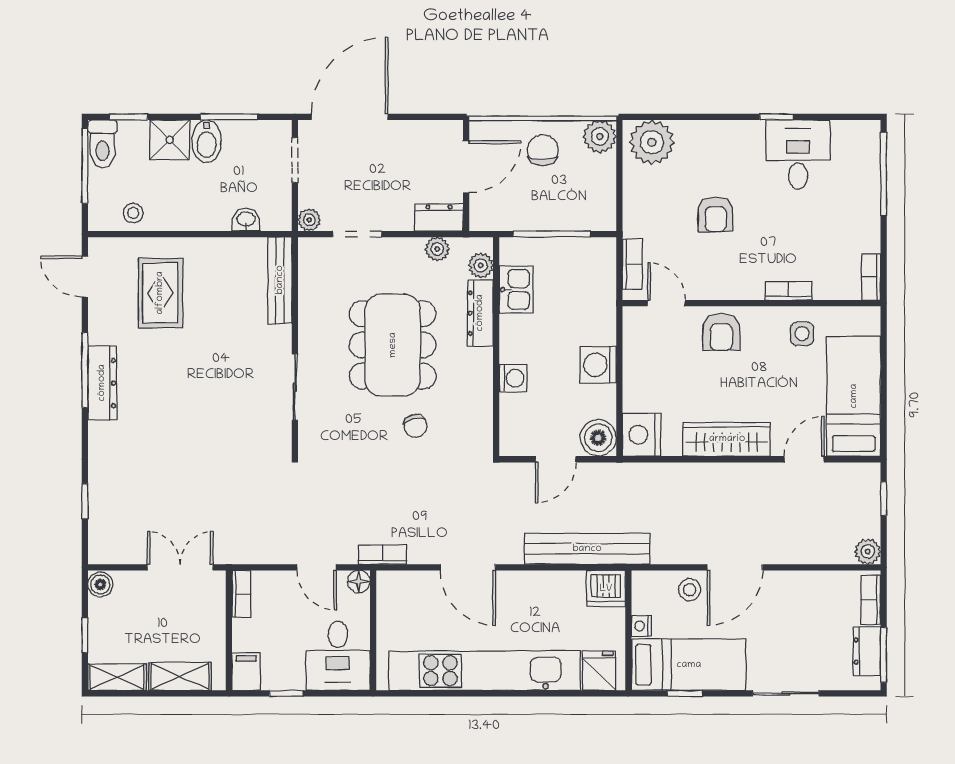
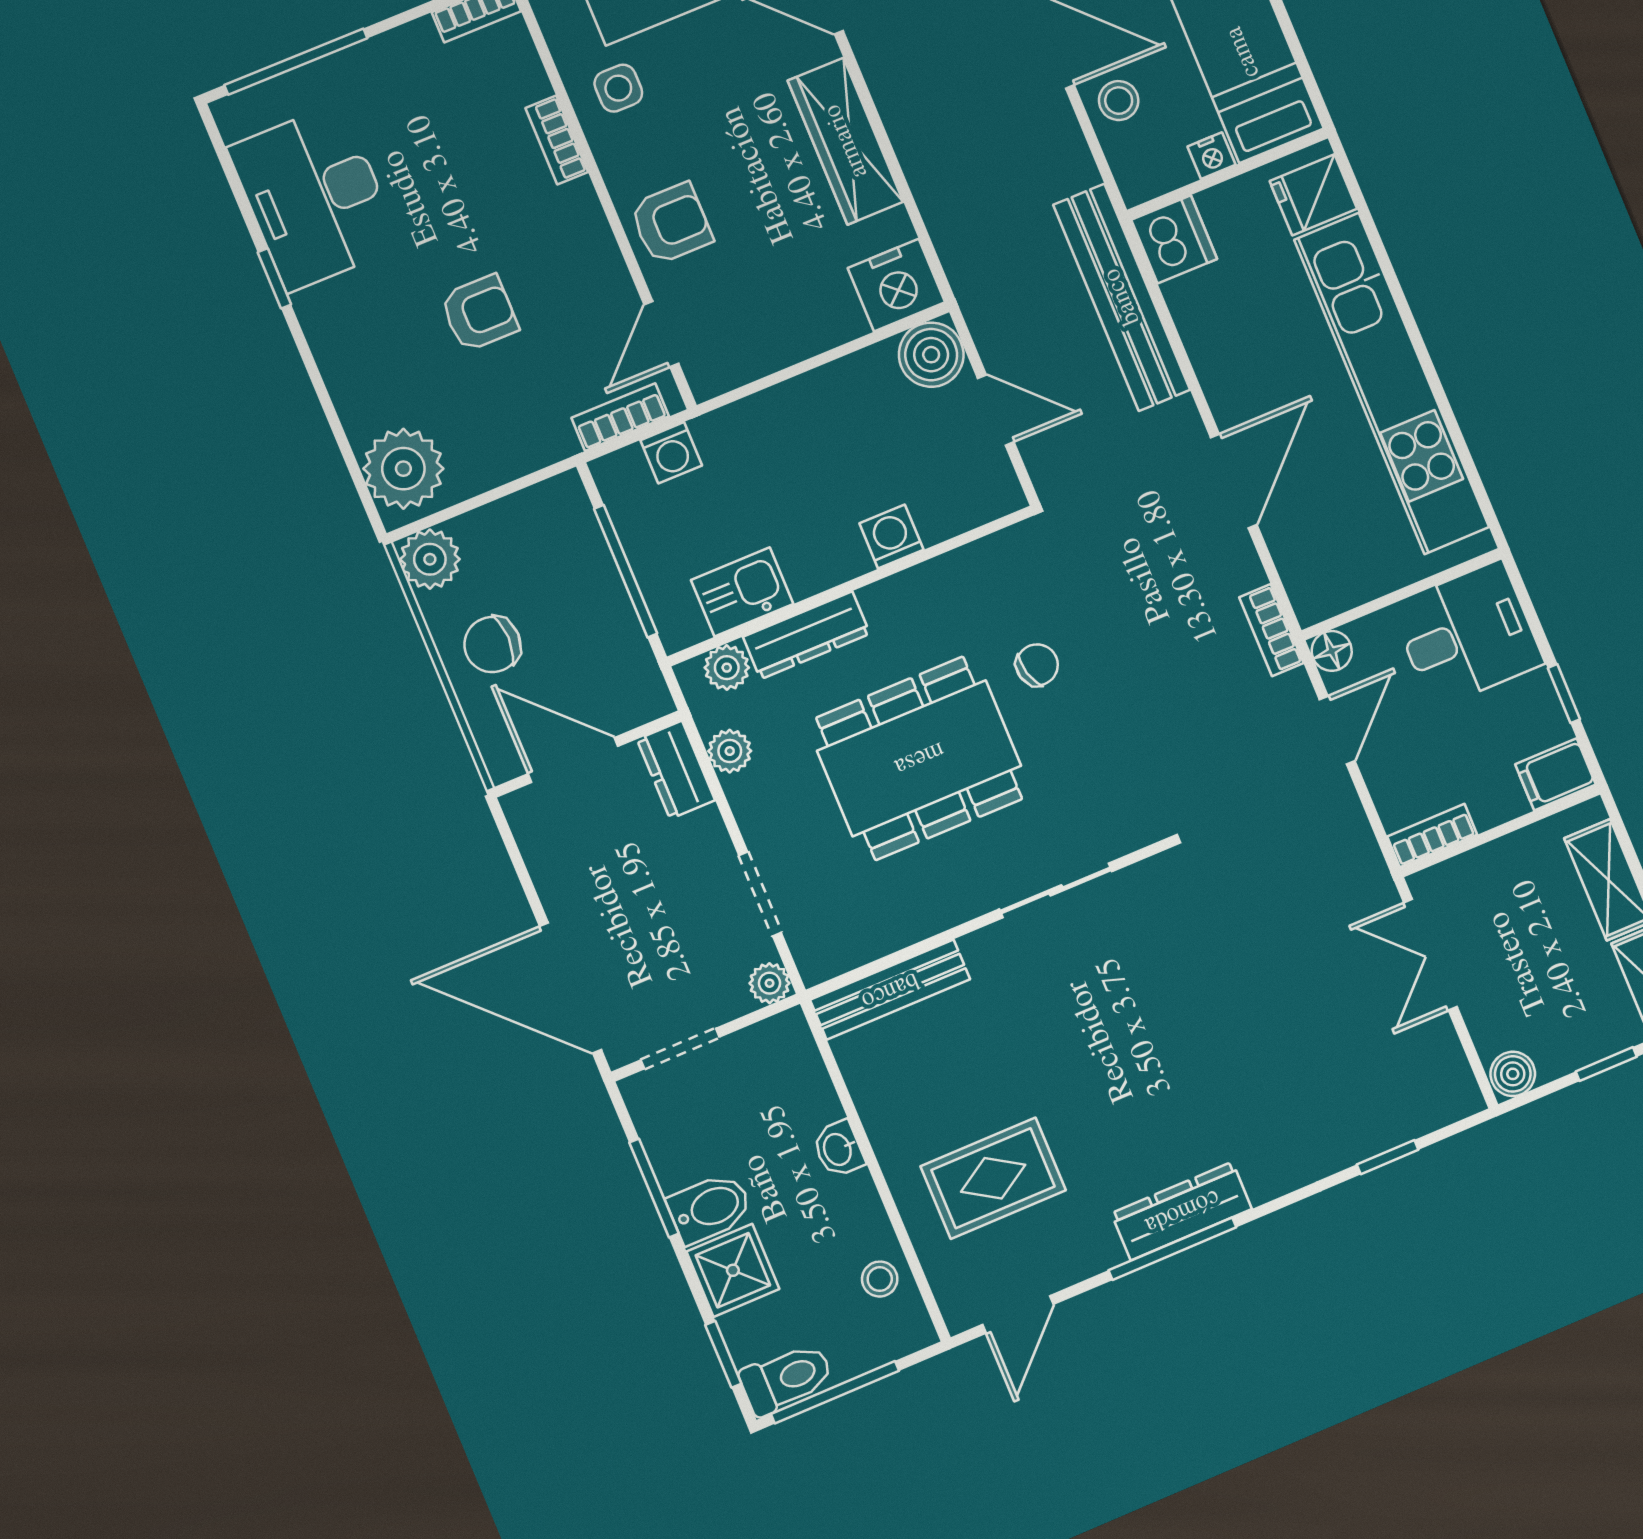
desk: (798, 155) -> (314, 197), width x1.37
washbasin: (246, 220) -> (838, 1149), moved
washing machine: (598, 365) -> (671, 453), moved, width x0.73, depth x0.73
window: (685, 693) -> (1292, 38), removed

